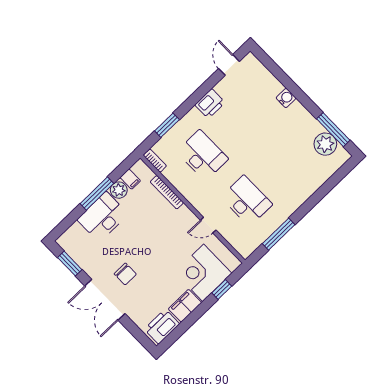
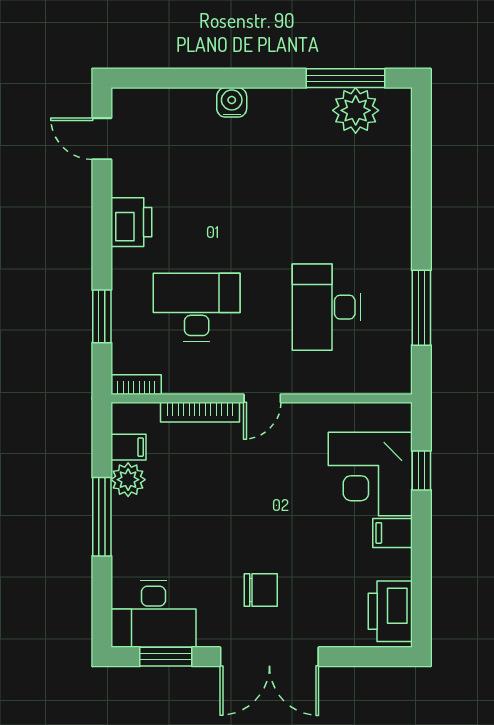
desk: (247, 201) -> (326, 307), turned -90
desk: (103, 217) -> (153, 614), moved, turned -90
door: (208, 225) -> (262, 398), moved
filing cabinet: (185, 306) -> (392, 533), width x0.50

